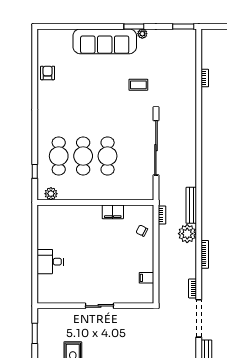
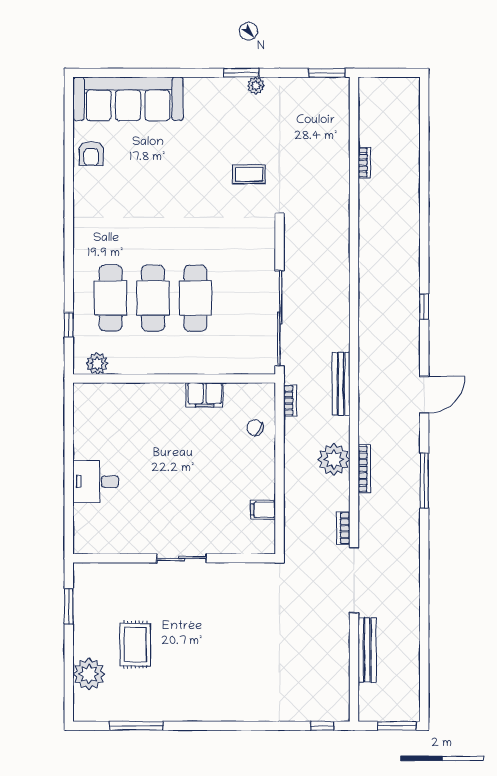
sofa: (105, 41) -> (128, 99), moved
armchair: (48, 73) -> (91, 154), turned 180
sliding door: (156, 148) -> (280, 318), moved
plant: (187, 234) -> (334, 459), moved

